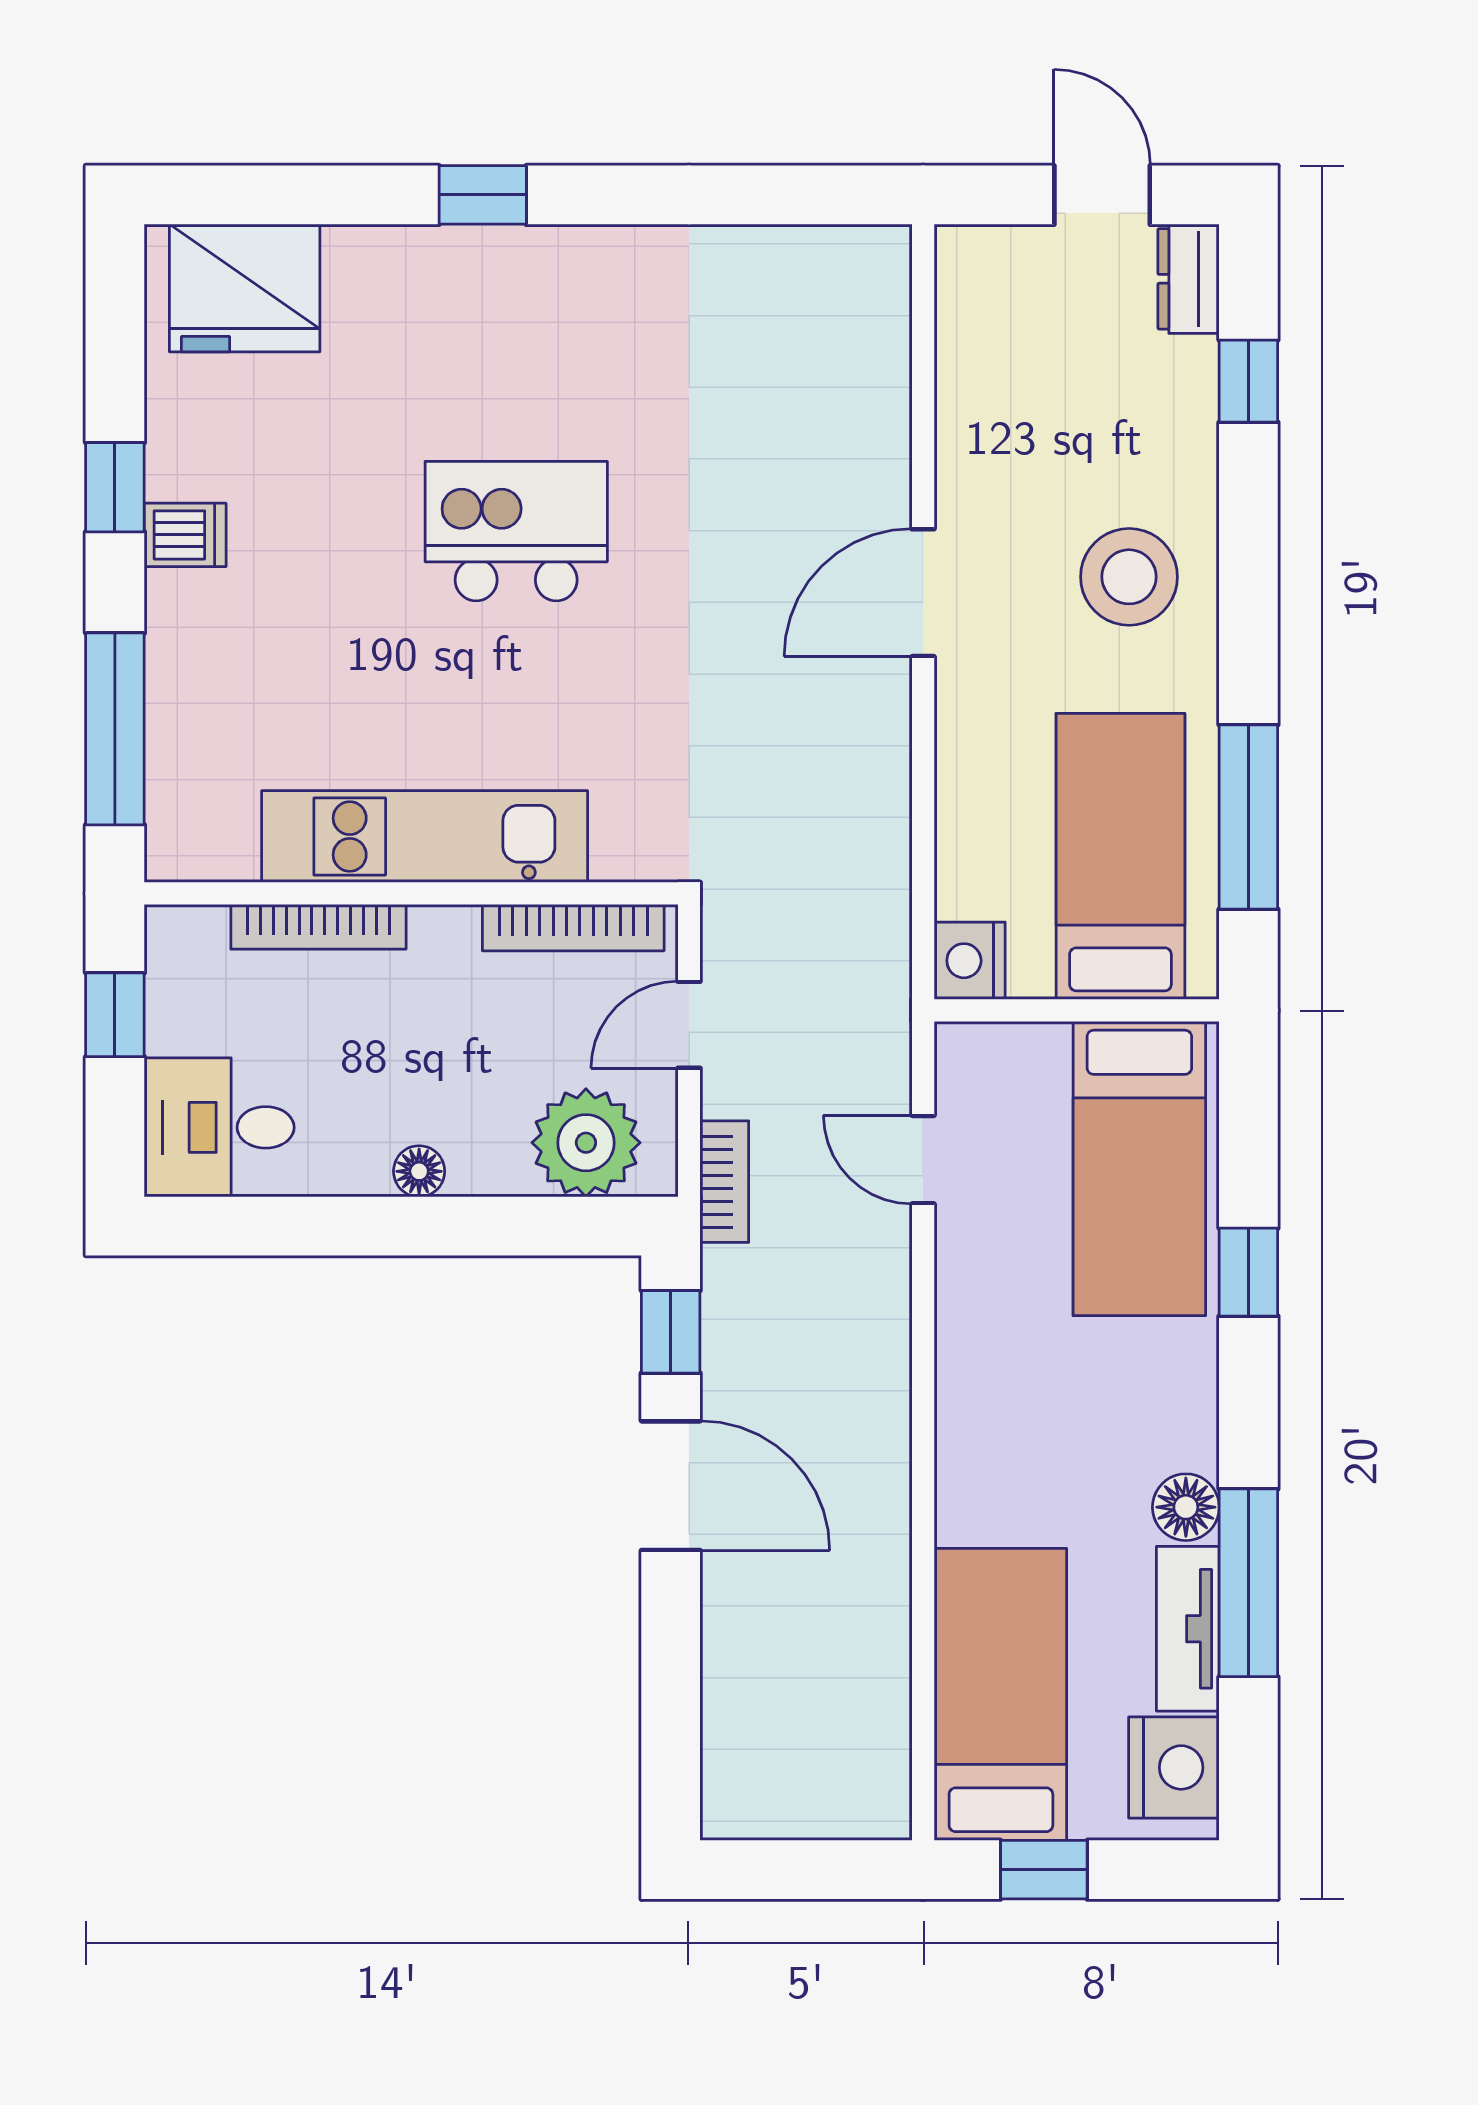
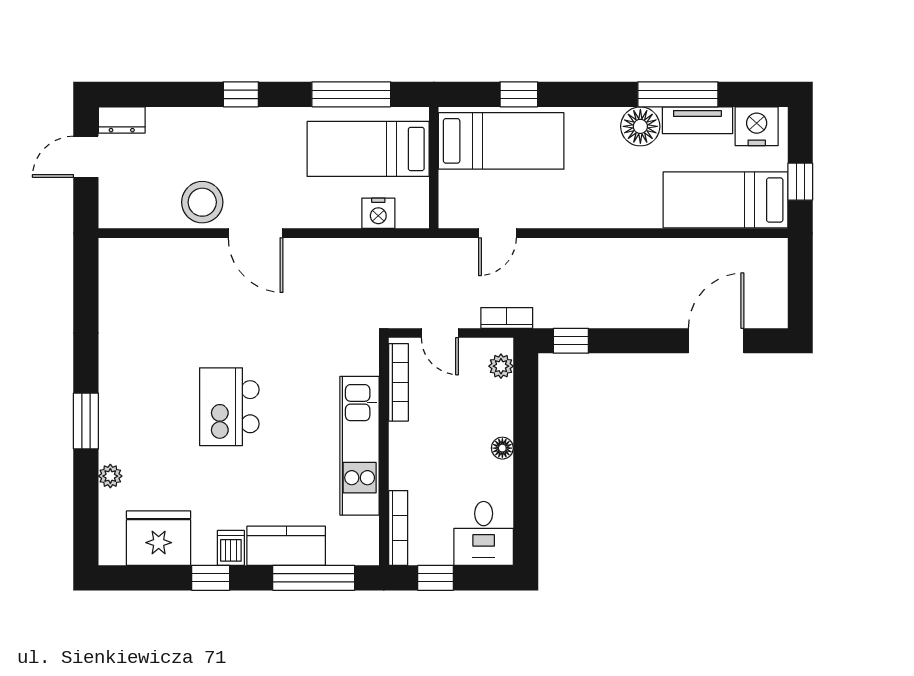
window: (483, 195) -> (86, 421), width x1.50
plant: (354, 252) -> (110, 476), added
fridge: (245, 288) -> (159, 538), moved, turned -90
window: (1248, 381) -> (241, 94), moved
stool: (1129, 577) -> (202, 202), moved
kitchen counter: (190, 664) -> (286, 546), added
bookcase: (318, 927) -> (398, 528), moved
nightstand: (970, 961) -> (378, 213), moved
plant: (586, 1143) -> (501, 366), width x0.53, depth x0.53
window: (1248, 1272) -> (519, 94), moved
door: (671, 1486) -> (716, 341), moved
floor lamp: (1186, 1507) -> (640, 126), width x1.38, depth x1.38

